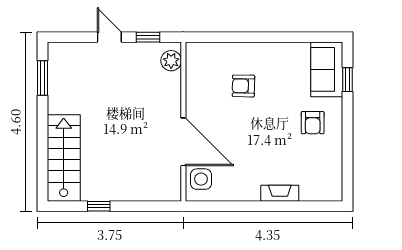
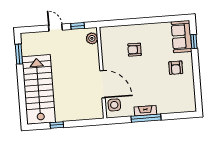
stairs: (64, 158) -> (39, 89), width x1.36, depth x1.51
fireplace: (280, 193) -> (145, 111), moved
window: (254, 206) -> (146, 118), added

